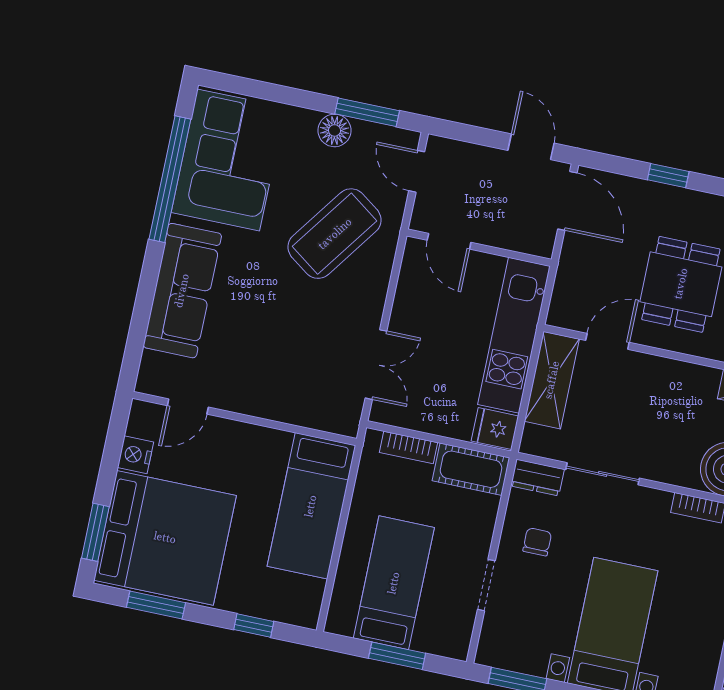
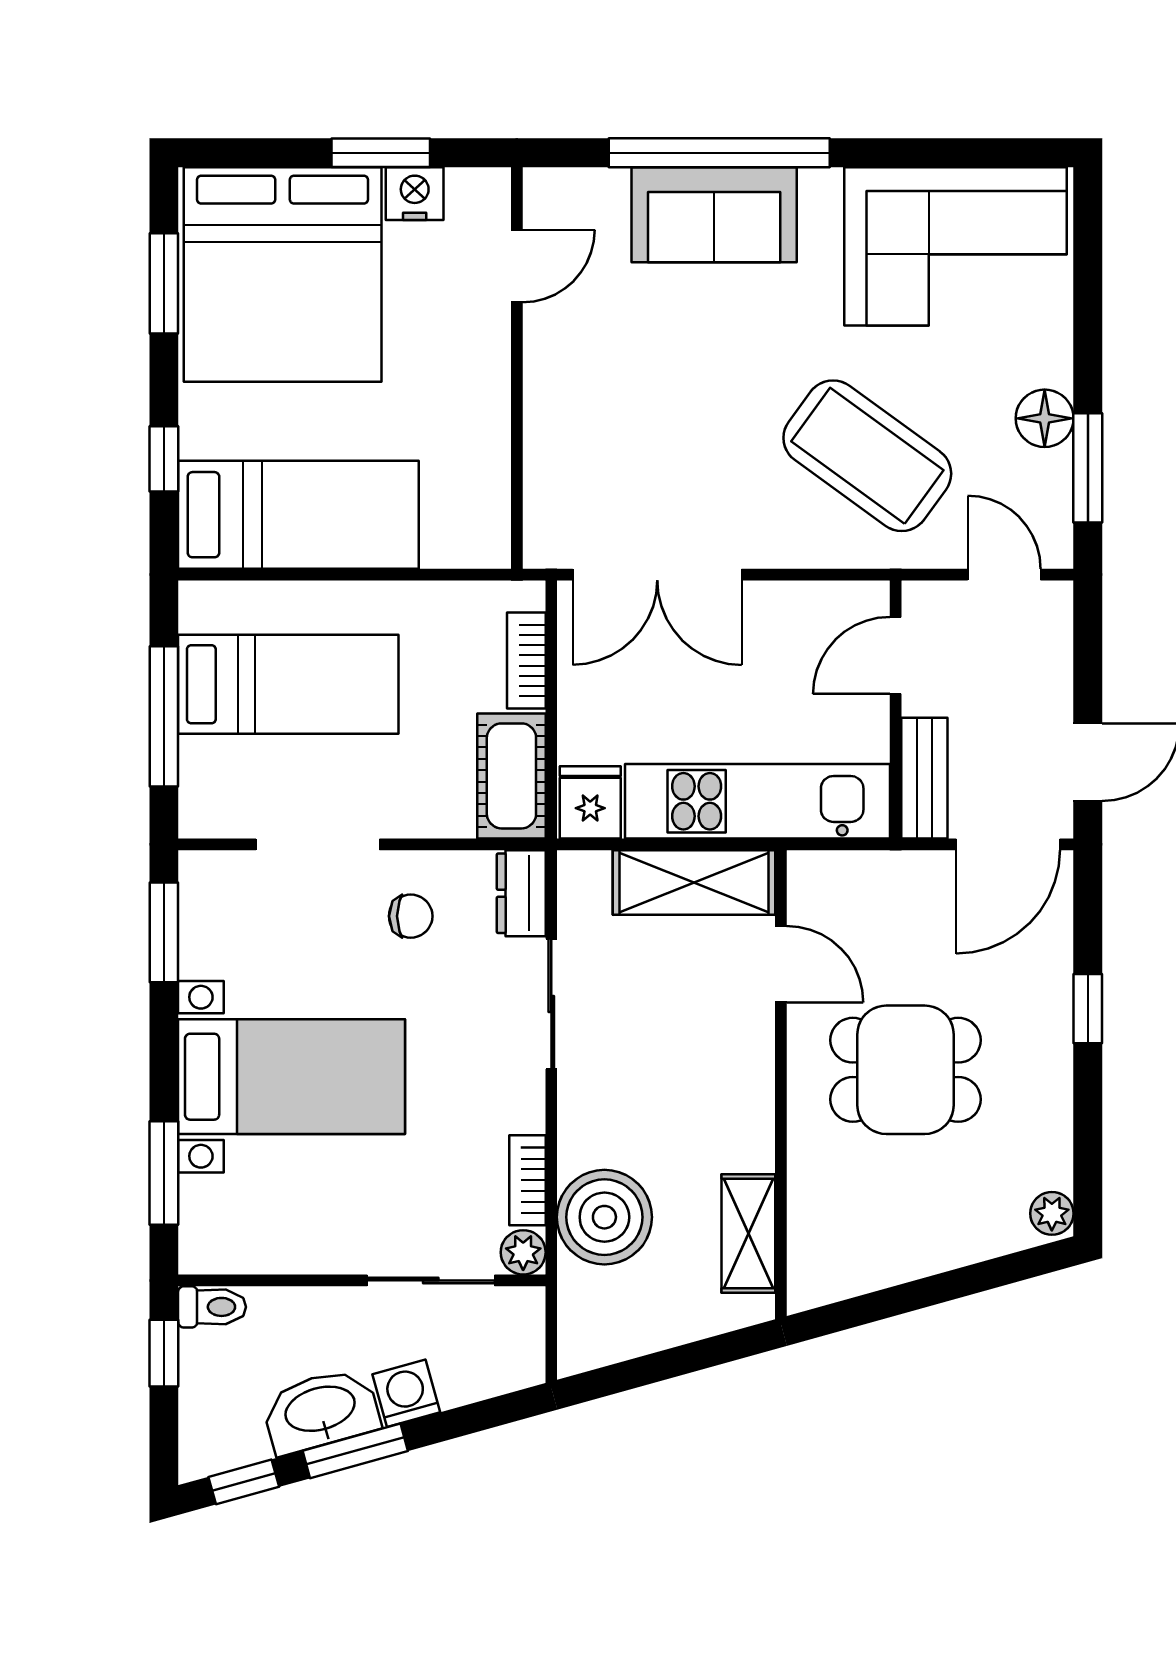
door: (417, 171) -> (1004, 575), hinge flipped
window: (170, 179) -> (719, 153), moved
bench: (521, 240) -> (924, 778), added
sofa: (182, 291) -> (714, 215), width x0.73
double door: (376, 365) -> (657, 575), width x1.37
door: (188, 406) -> (517, 266), swing flipped
bed: (311, 506) -> (298, 515), moved, turned 180
window: (95, 532) -> (381, 153), moved
doorway: (486, 585) -> (318, 844), width x1.38
window: (397, 656) -> (164, 716), width x1.44

